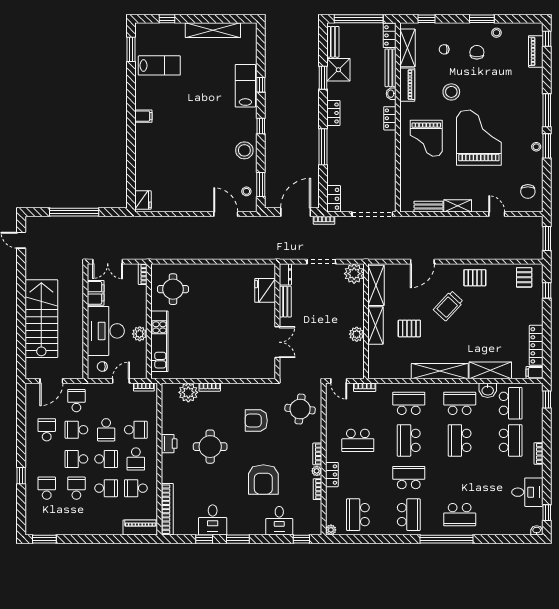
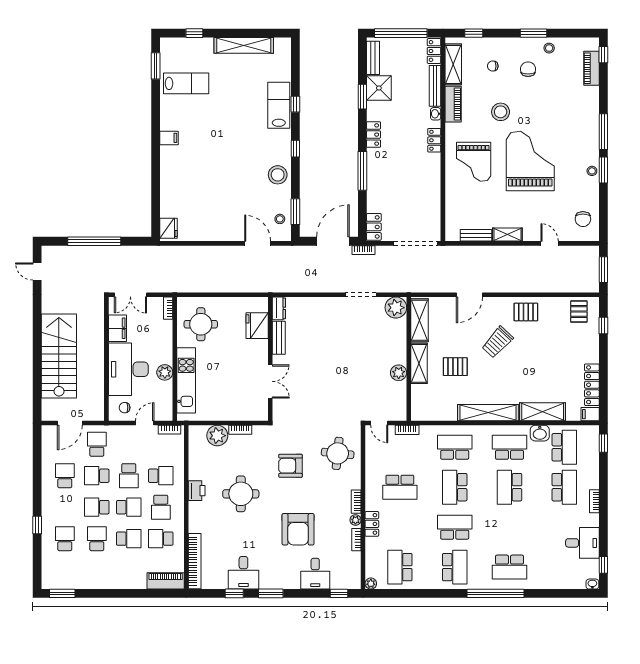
dresser: (285, 274) -> (279, 308), moved
fridge: (265, 290) -> (257, 326), moved
bench: (285, 302) -> (279, 338), moved
wall: (277, 321) -> (270, 359), moved
double door: (277, 342) -> (270, 381), moved

